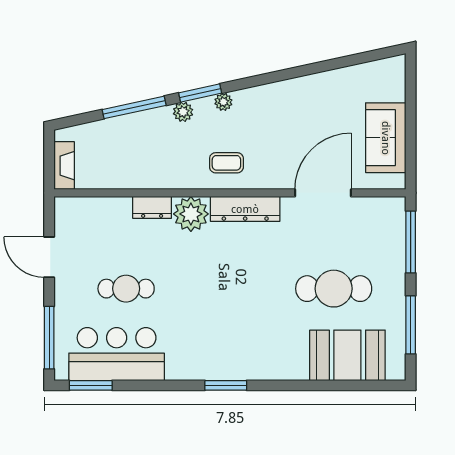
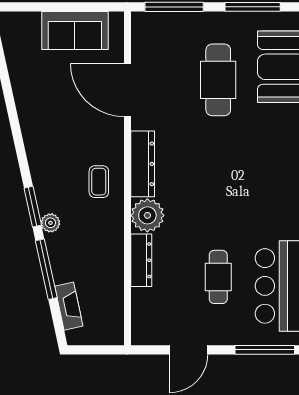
plant: (223, 102) -> (41, 185), removed
fireplace: (64, 166) -> (69, 306), moved, turned 78
dresser: (152, 207) -> (141, 260), width x1.44

